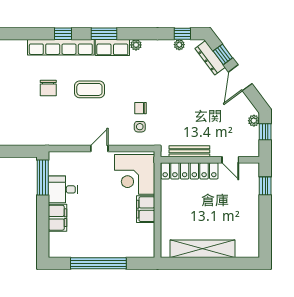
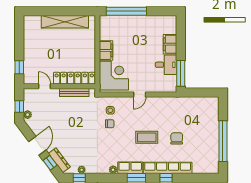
window: (98, 263) -> (126, 11), moved

